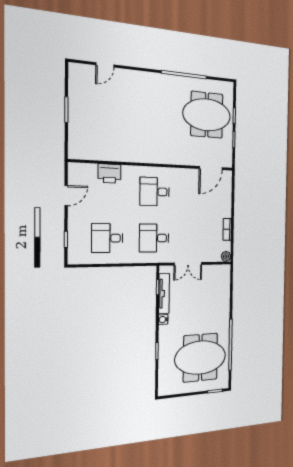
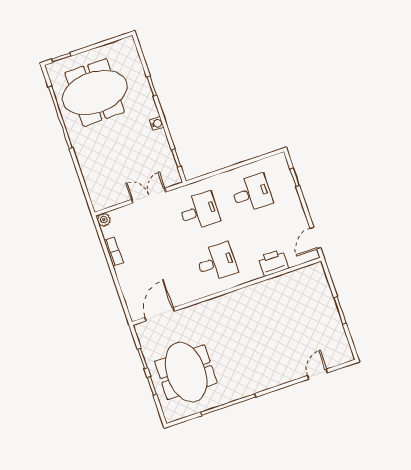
meeting table: (207, 115) -> (186, 372), turned 90
door: (66, 196) -> (315, 238), moved
tv unit: (164, 294) -> (166, 153), removed

